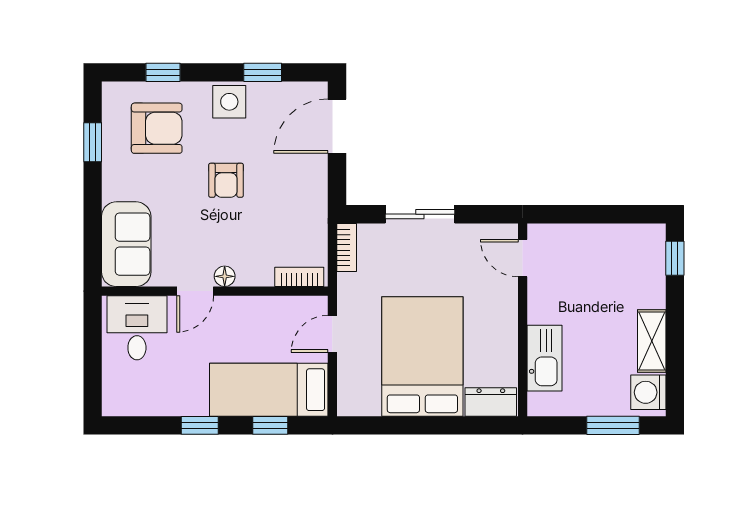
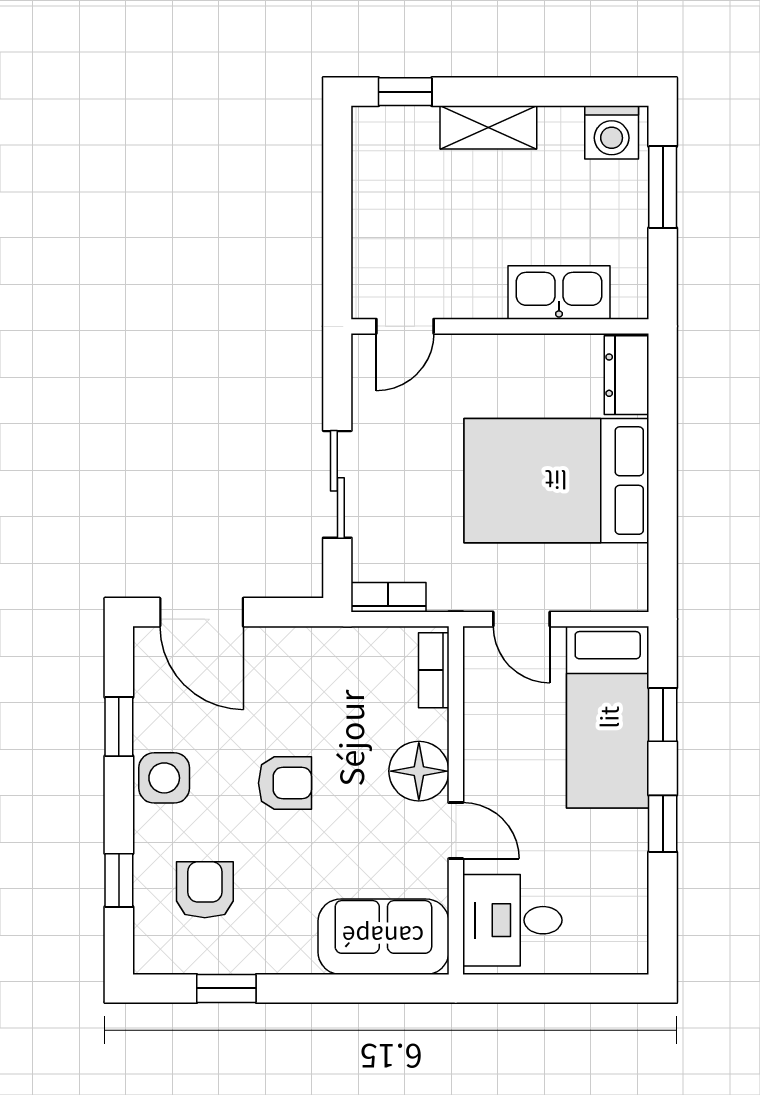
armchair: (157, 128) -> (205, 890), width x0.72, depth x0.72
floor lamp: (225, 276) -> (419, 771), width x1.89, depth x1.89
shelving: (652, 341) -> (488, 127), moved

